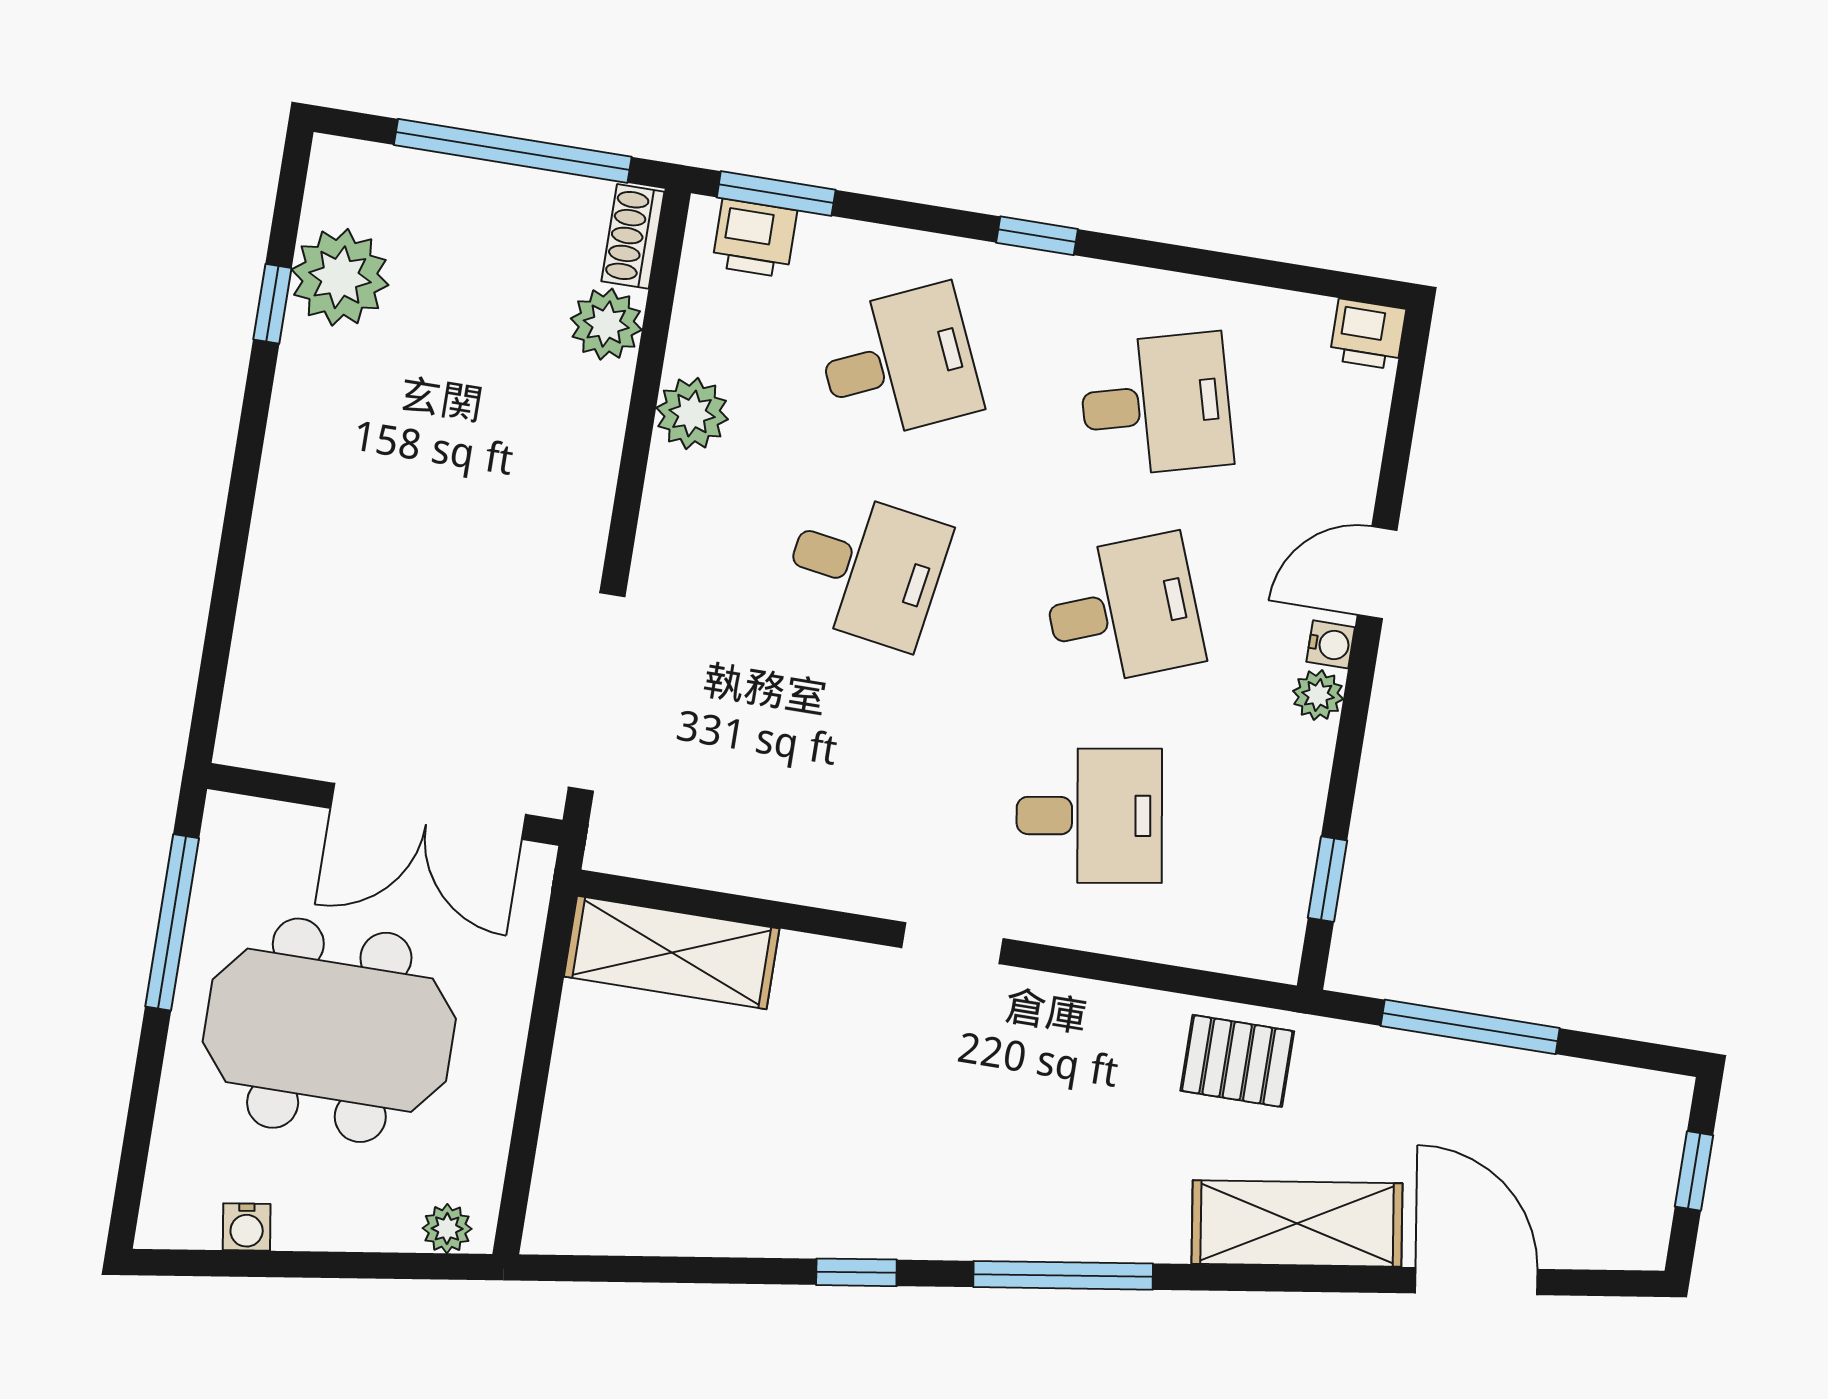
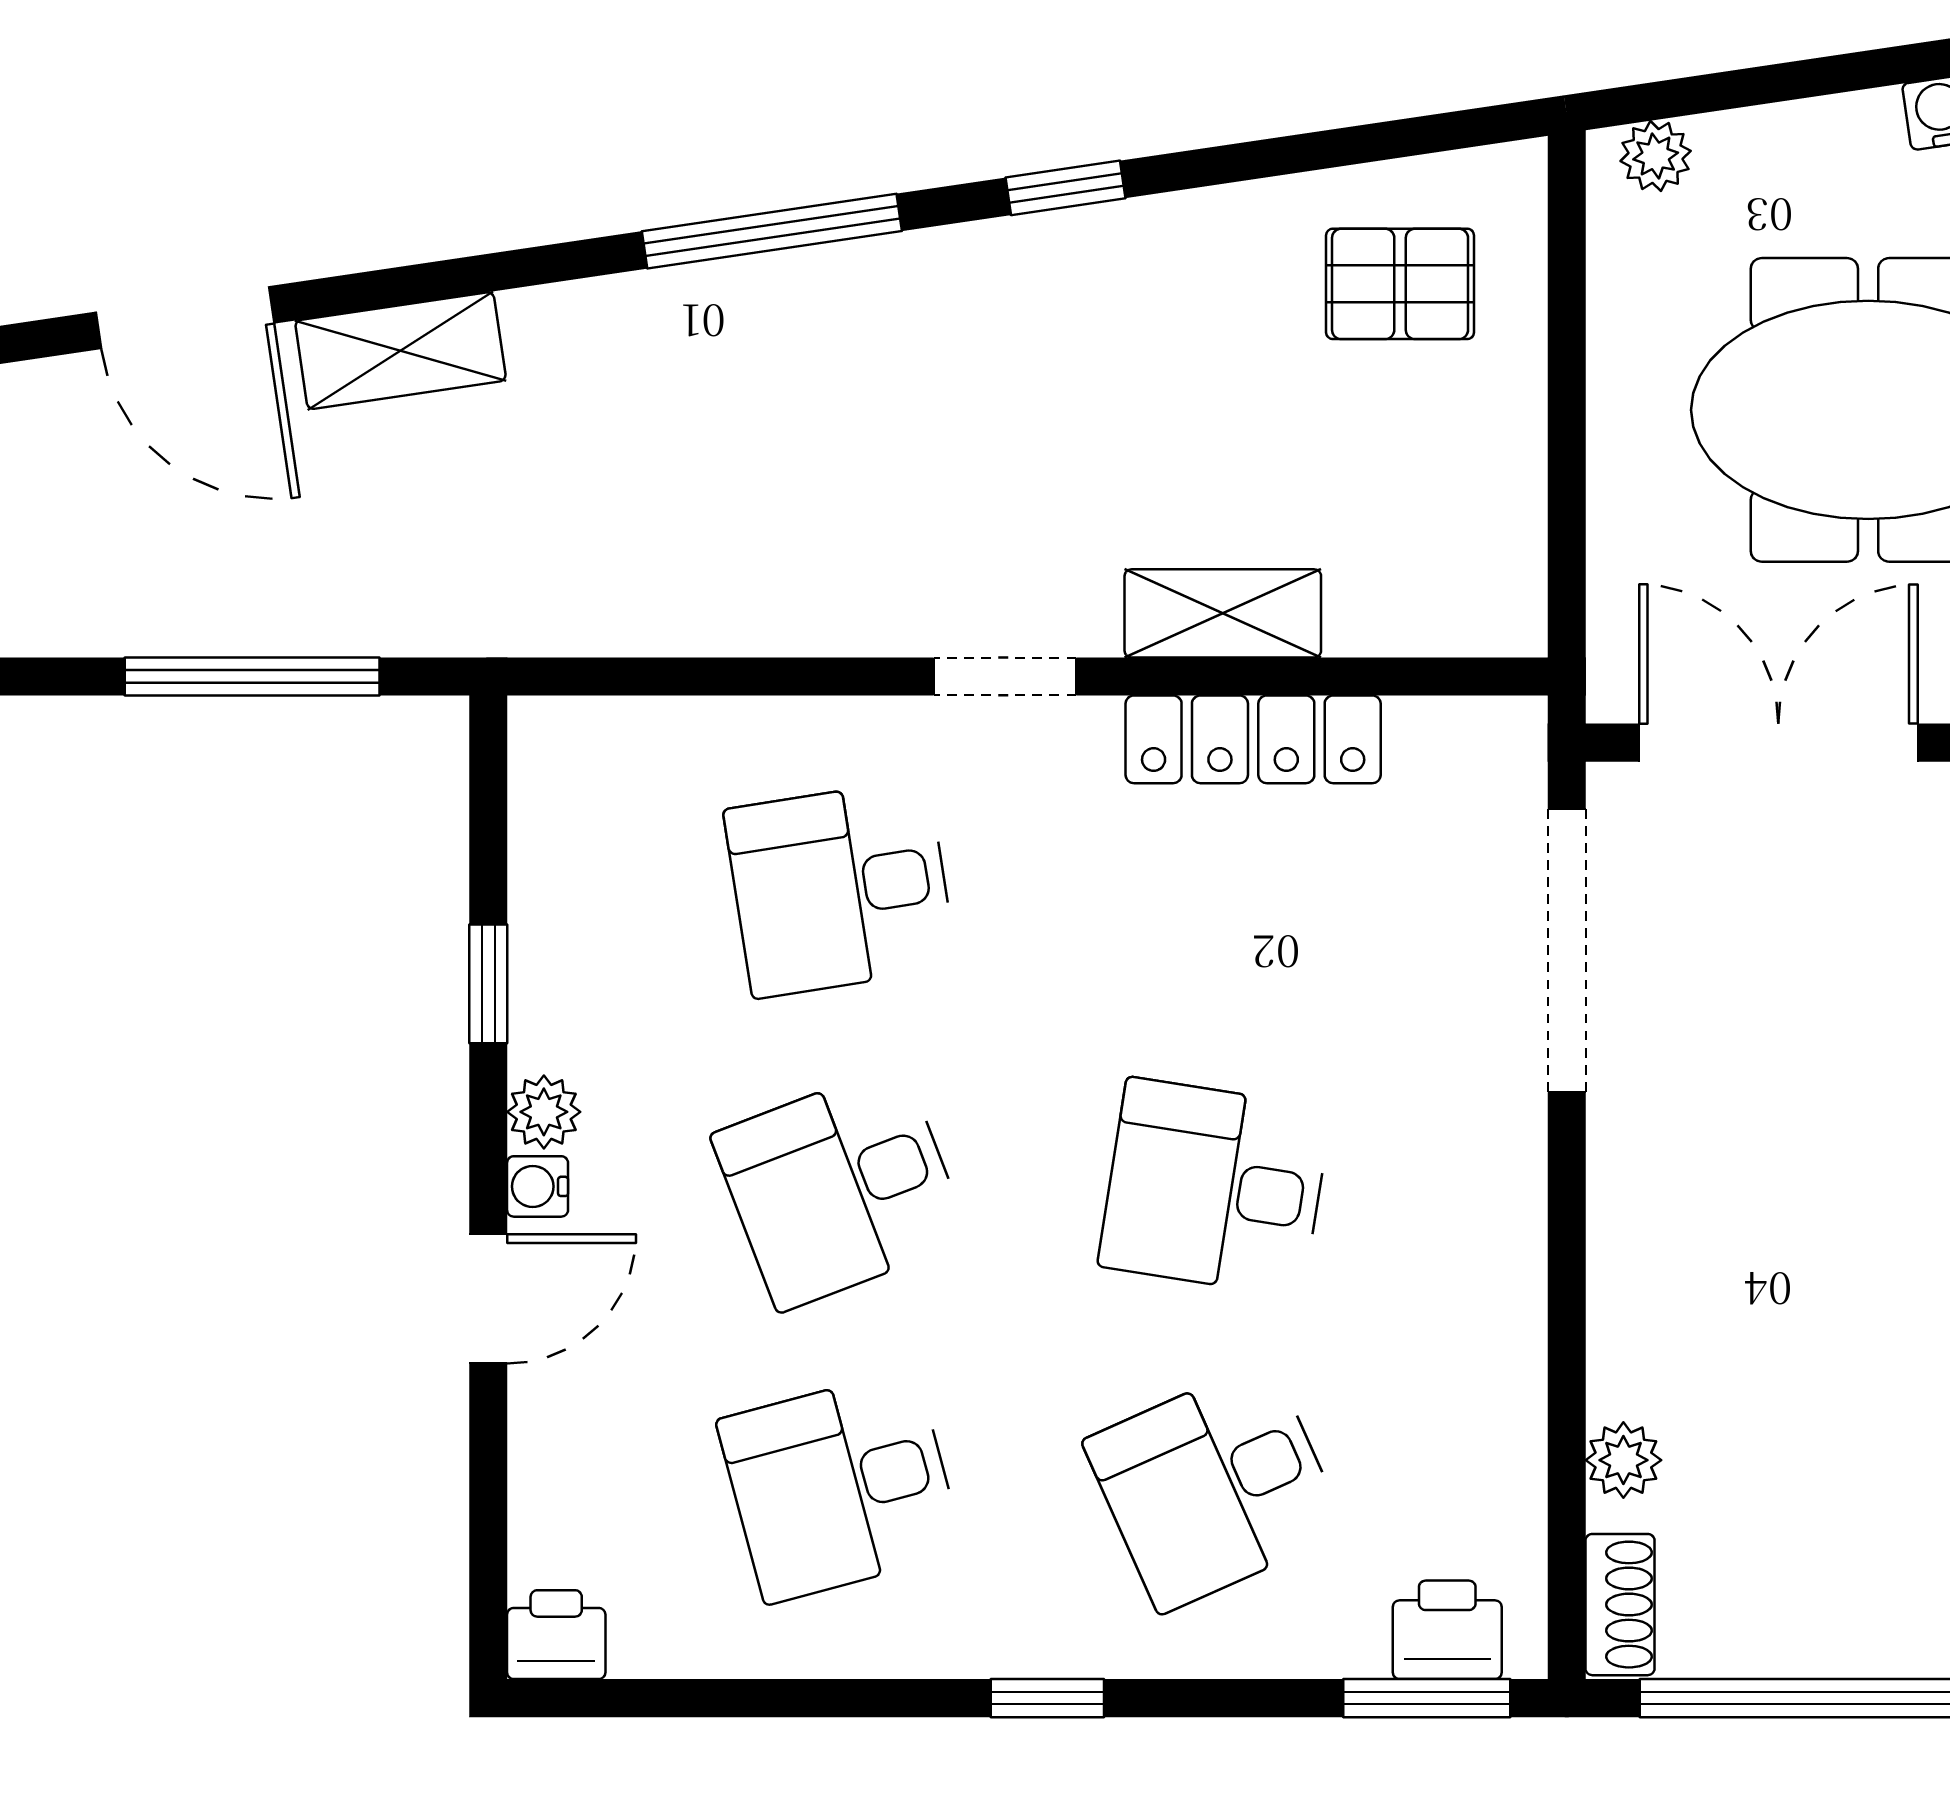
plant: (606, 324) -> (1623, 1460), width x0.73, depth x0.73
plant: (692, 413) -> (1496, 1367), removed
locker: (789, 872) -> (1253, 739), added
window: (1327, 879) -> (488, 984), moved
shelving: (672, 953) -> (1223, 613), moved, width x0.67, depth x0.75
pallet: (1237, 1061) -> (1400, 284), moved
shelving: (1297, 1224) -> (401, 351), width x0.67, depth x0.75

